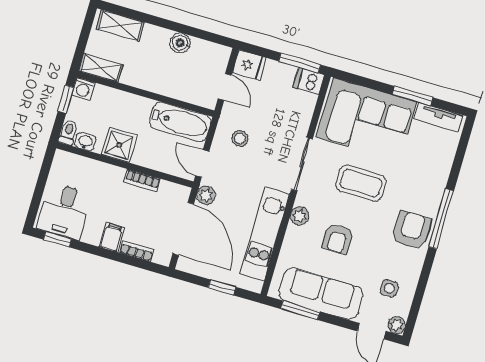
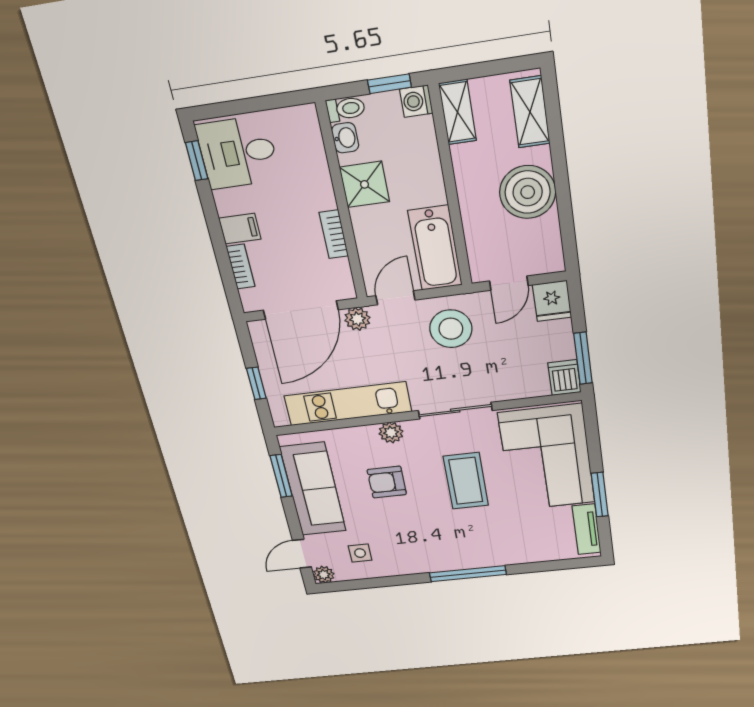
boiler: (180, 43) -> (528, 192), width x1.86, depth x1.86
stool: (240, 138) -> (451, 329), width x1.89, depth x1.89
armchair: (411, 230) -> (439, 550), removed

